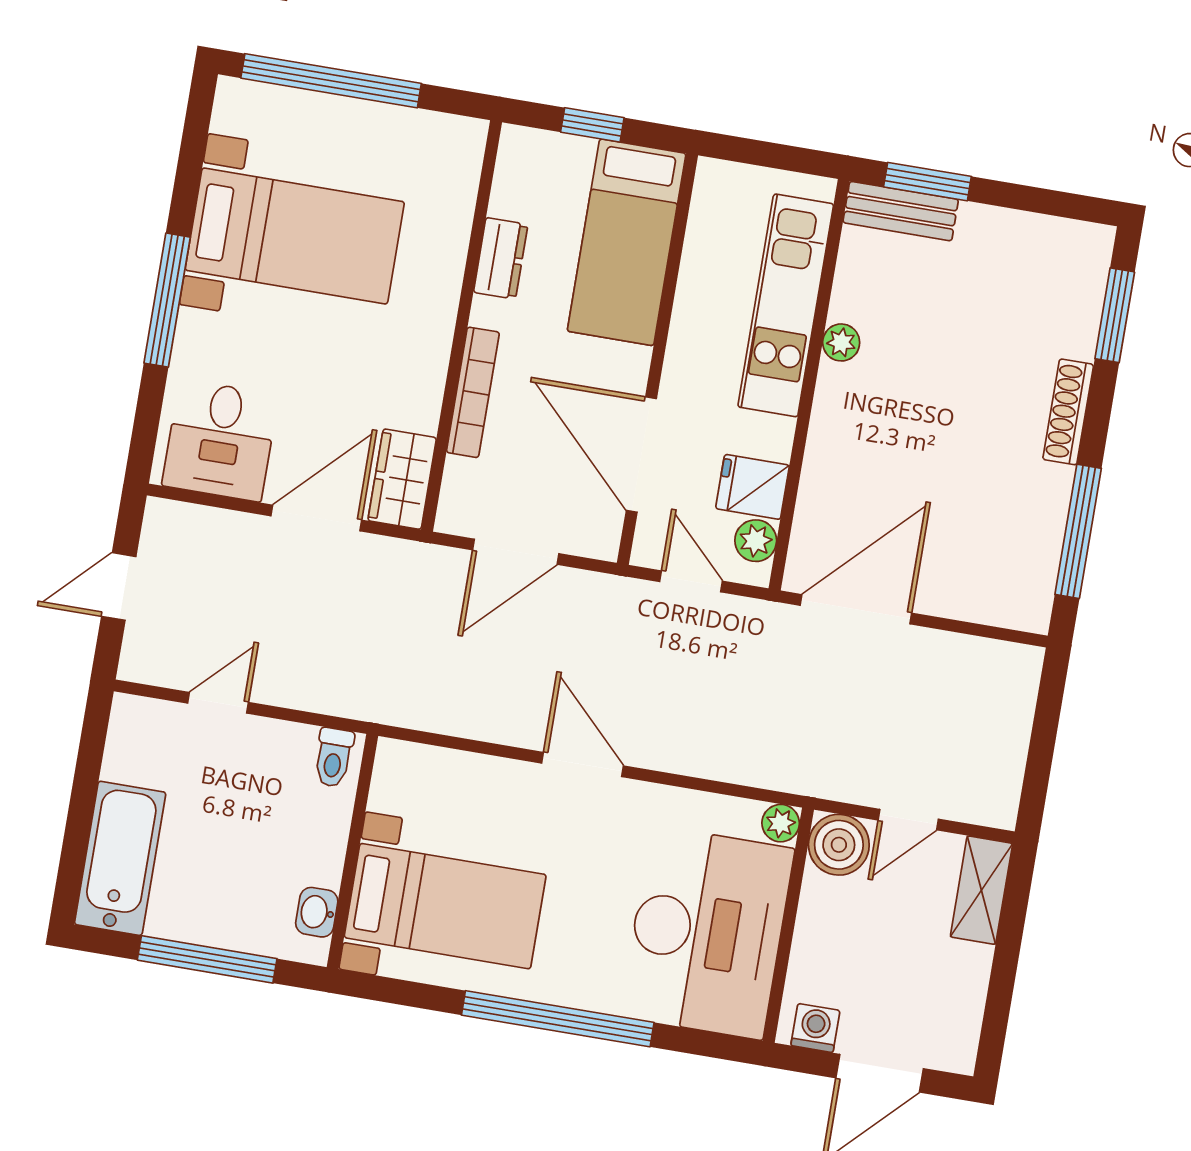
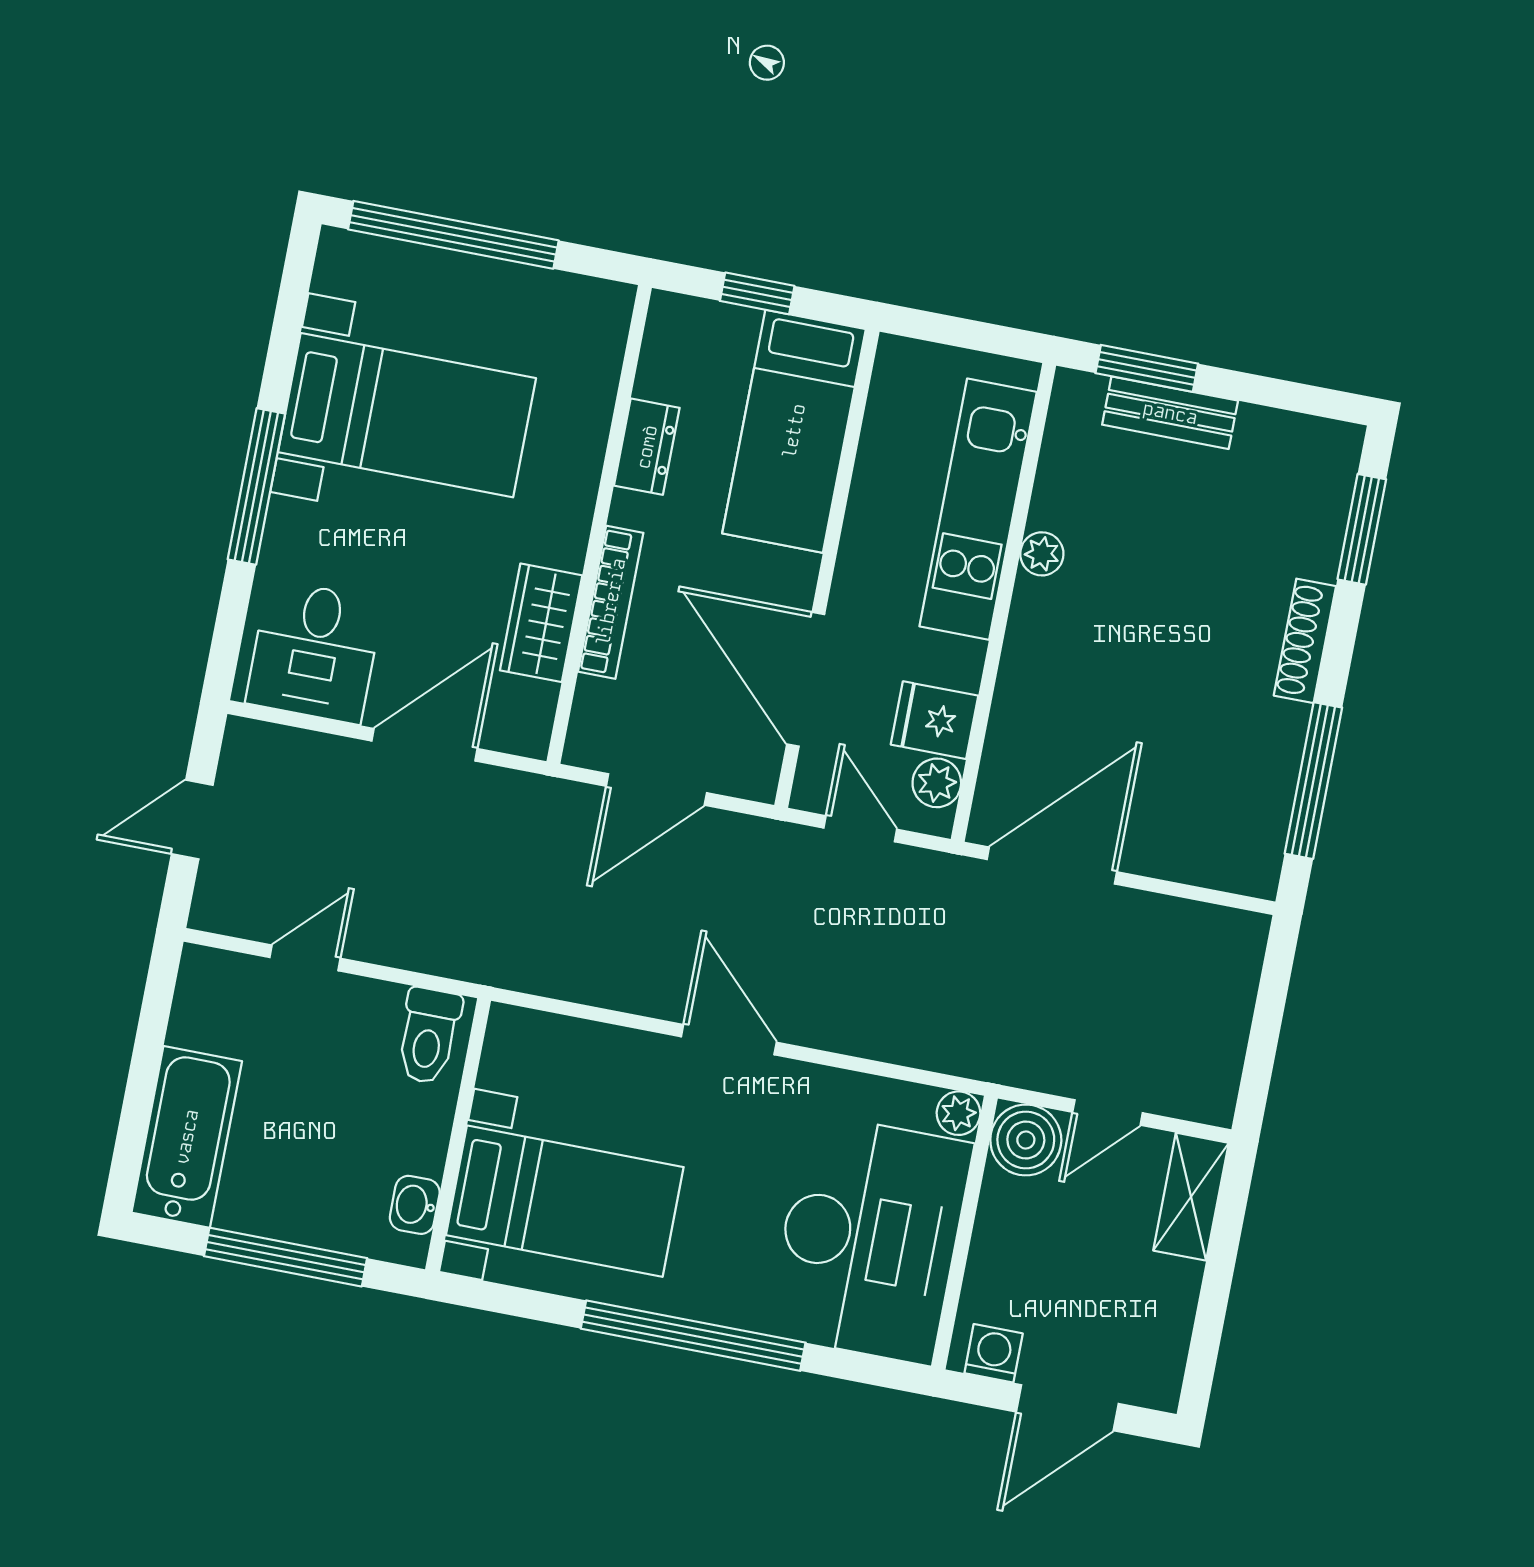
bench: (901, 211) -> (1170, 413), moved
wardrobe: (402, 479) -> (541, 623), moved
toilet: (334, 757) -> (429, 1036), width x1.37, depth x1.39

